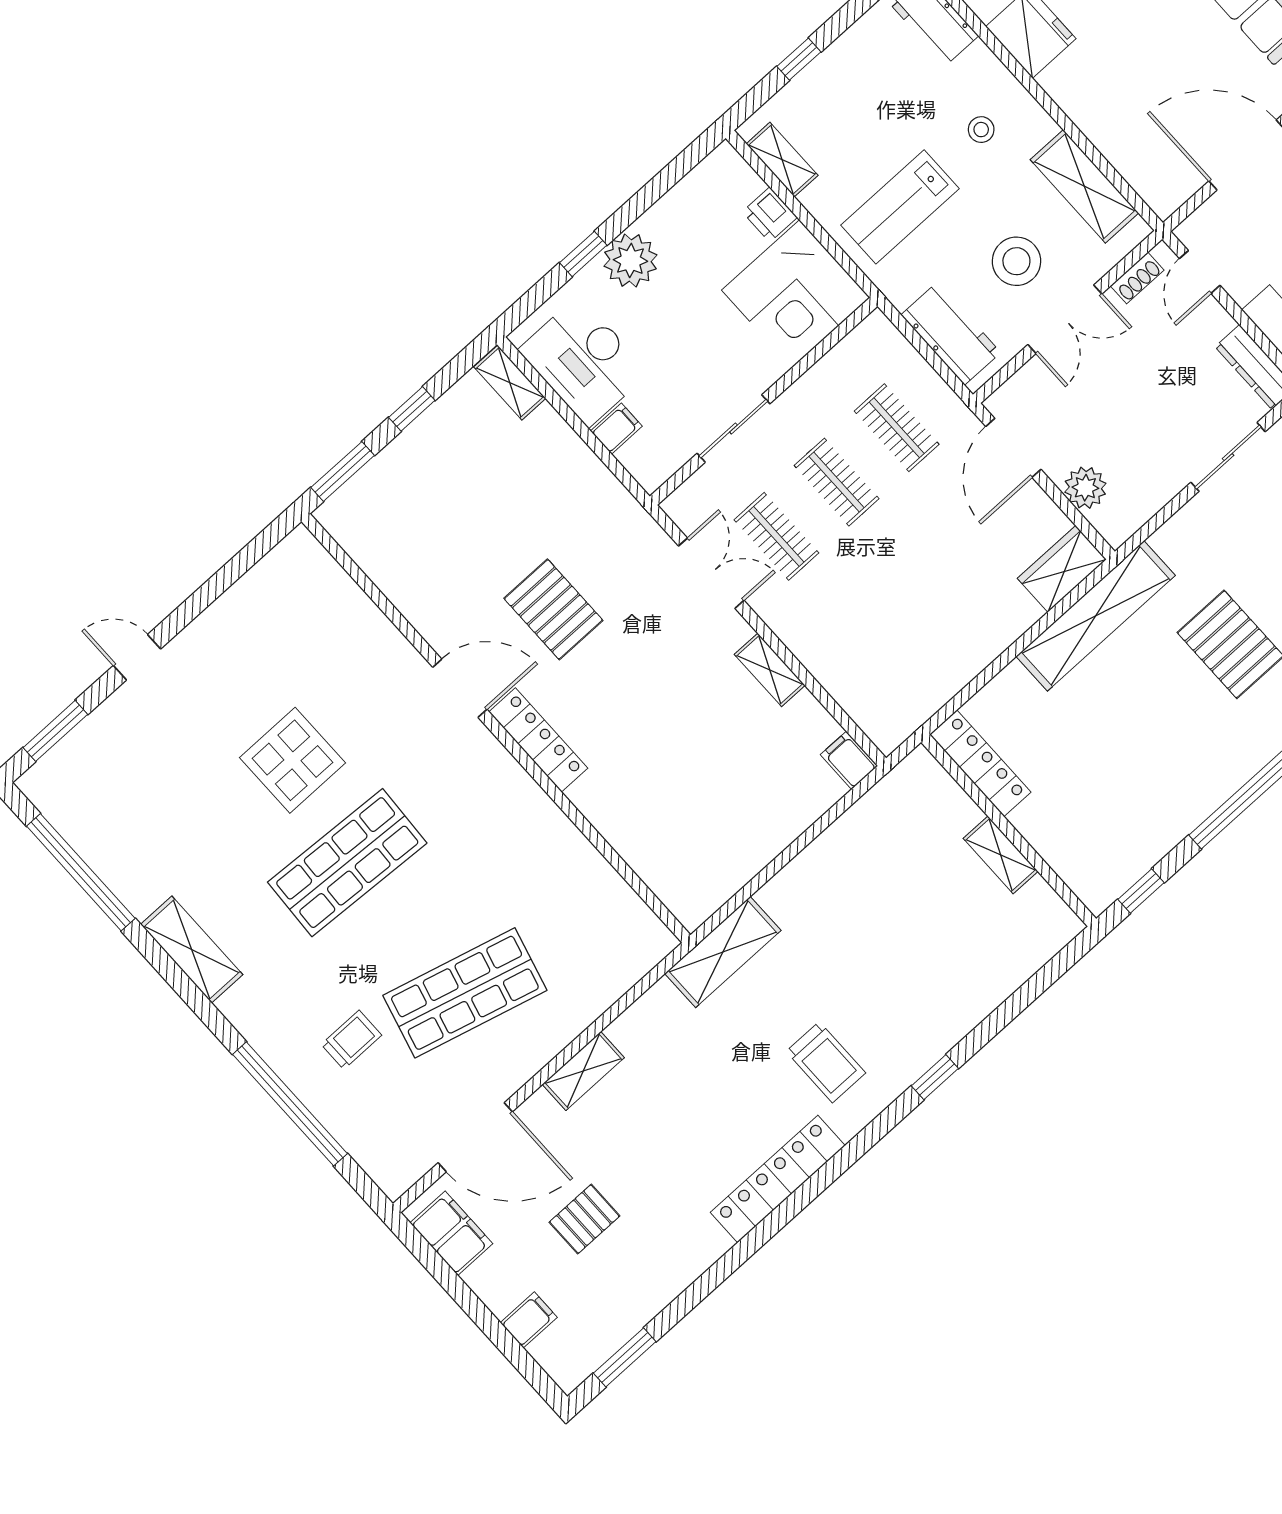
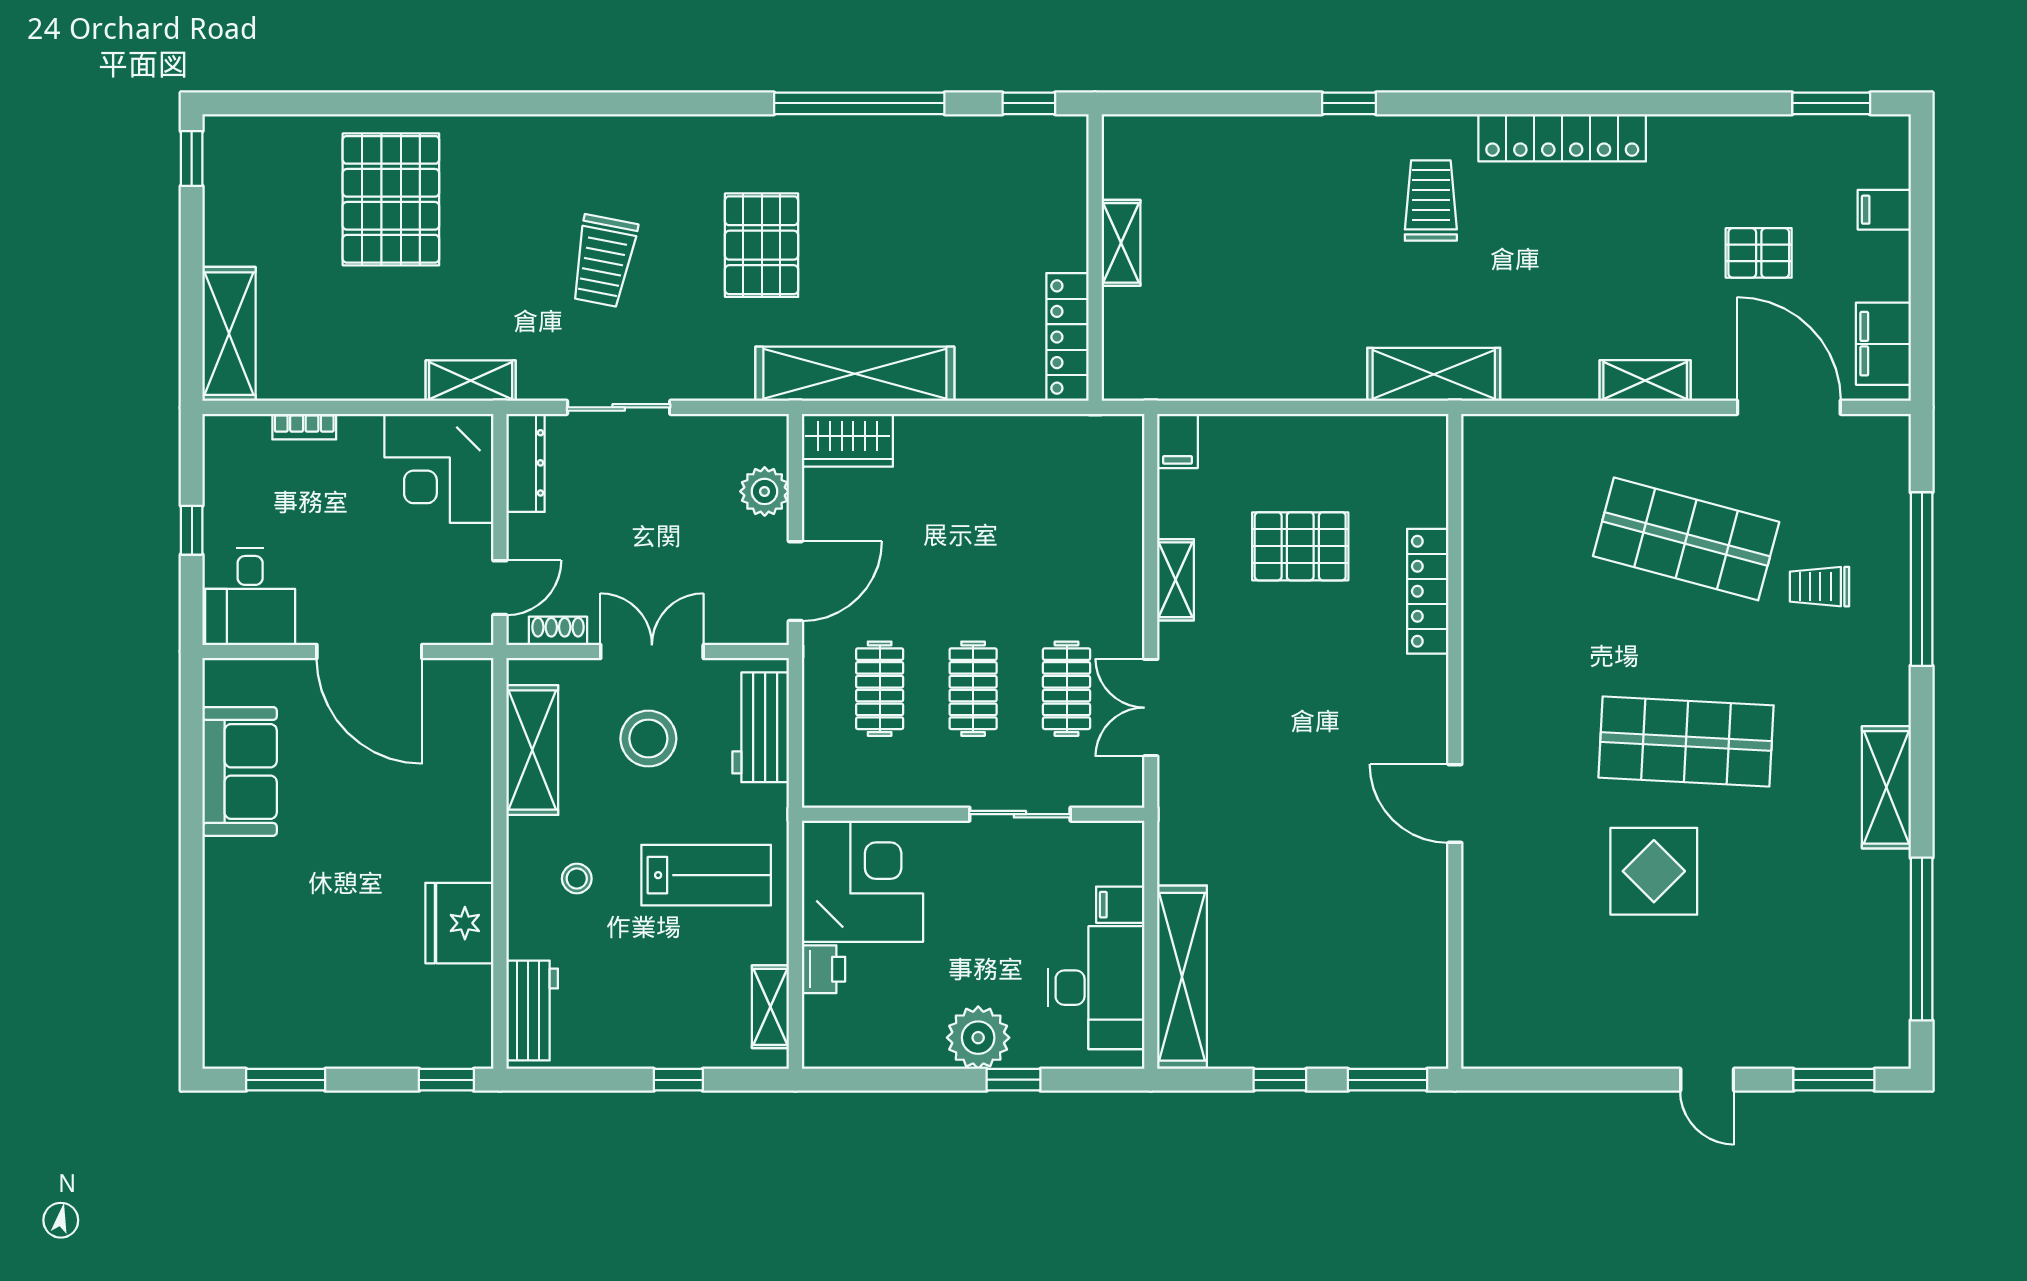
shelving: (510, 383) -> (1182, 977), width x2.20, depth x1.33
pallet: (553, 609) -> (1300, 546), moved, turned 90
locker: (538, 740) -> (1428, 591), moved

